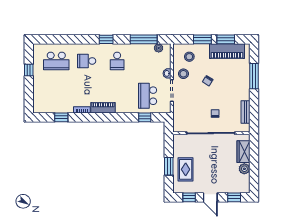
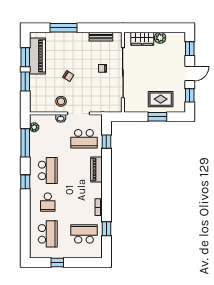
stool: (189, 57) -> (43, 95), removed
school desk: (117, 61) -> (48, 170), width x1.85
school desk: (56, 96) -> (84, 234), added
piano: (103, 108) -> (96, 170), moved

